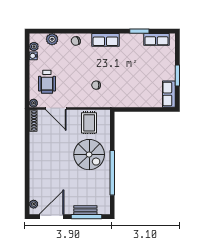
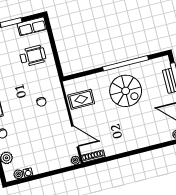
wheelchair: (47, 82) -> (33, 56), moved
door: (56, 108) -> (75, 136), hinge flipped
spiral stairs: (89, 155) -> (126, 91), moved, turned 90

